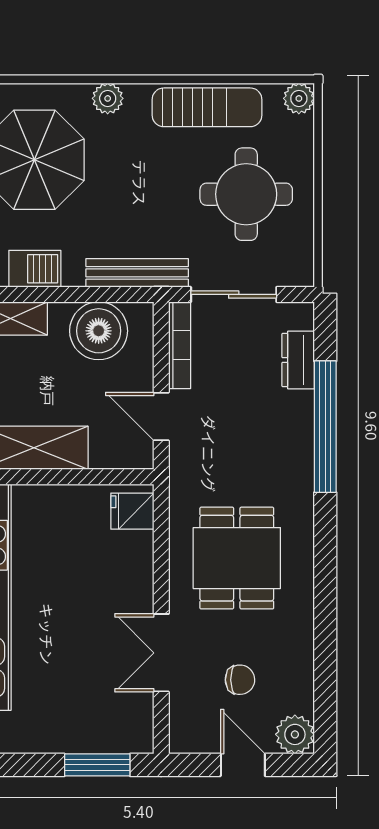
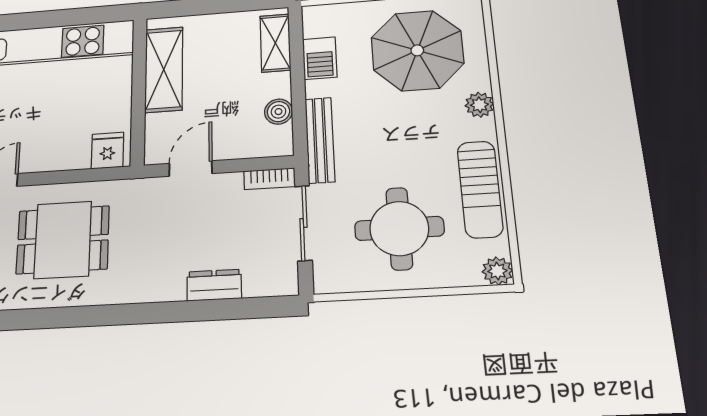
boiler: (99, 331) -> (278, 112), width x0.54, depth x0.54
bookcase: (180, 345) -> (269, 179), width x0.64
dresser: (298, 360) -> (214, 285), moved
window: (325, 427) -> (181, 311), removed

